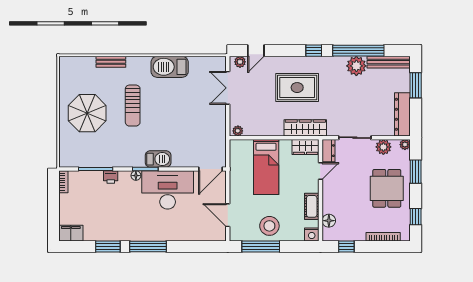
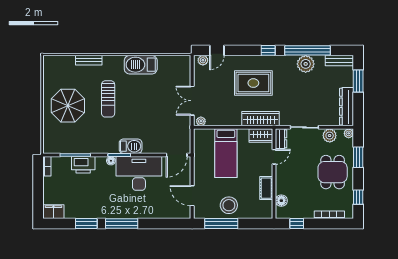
bench: (389, 62) -> (339, 61), width x0.73
double door: (228, 88) -> (192, 101), moved
printer: (111, 177) -> (83, 165), width x1.87, depth x1.48
nightstand: (312, 234) -> (266, 213), removed

